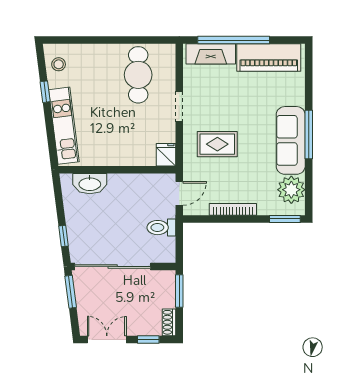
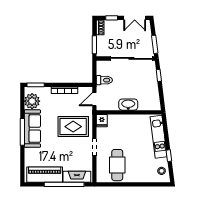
rug: (217, 144) -> (73, 127), width x1.36, depth x1.43
washbasin: (90, 184) -> (128, 105), moved

